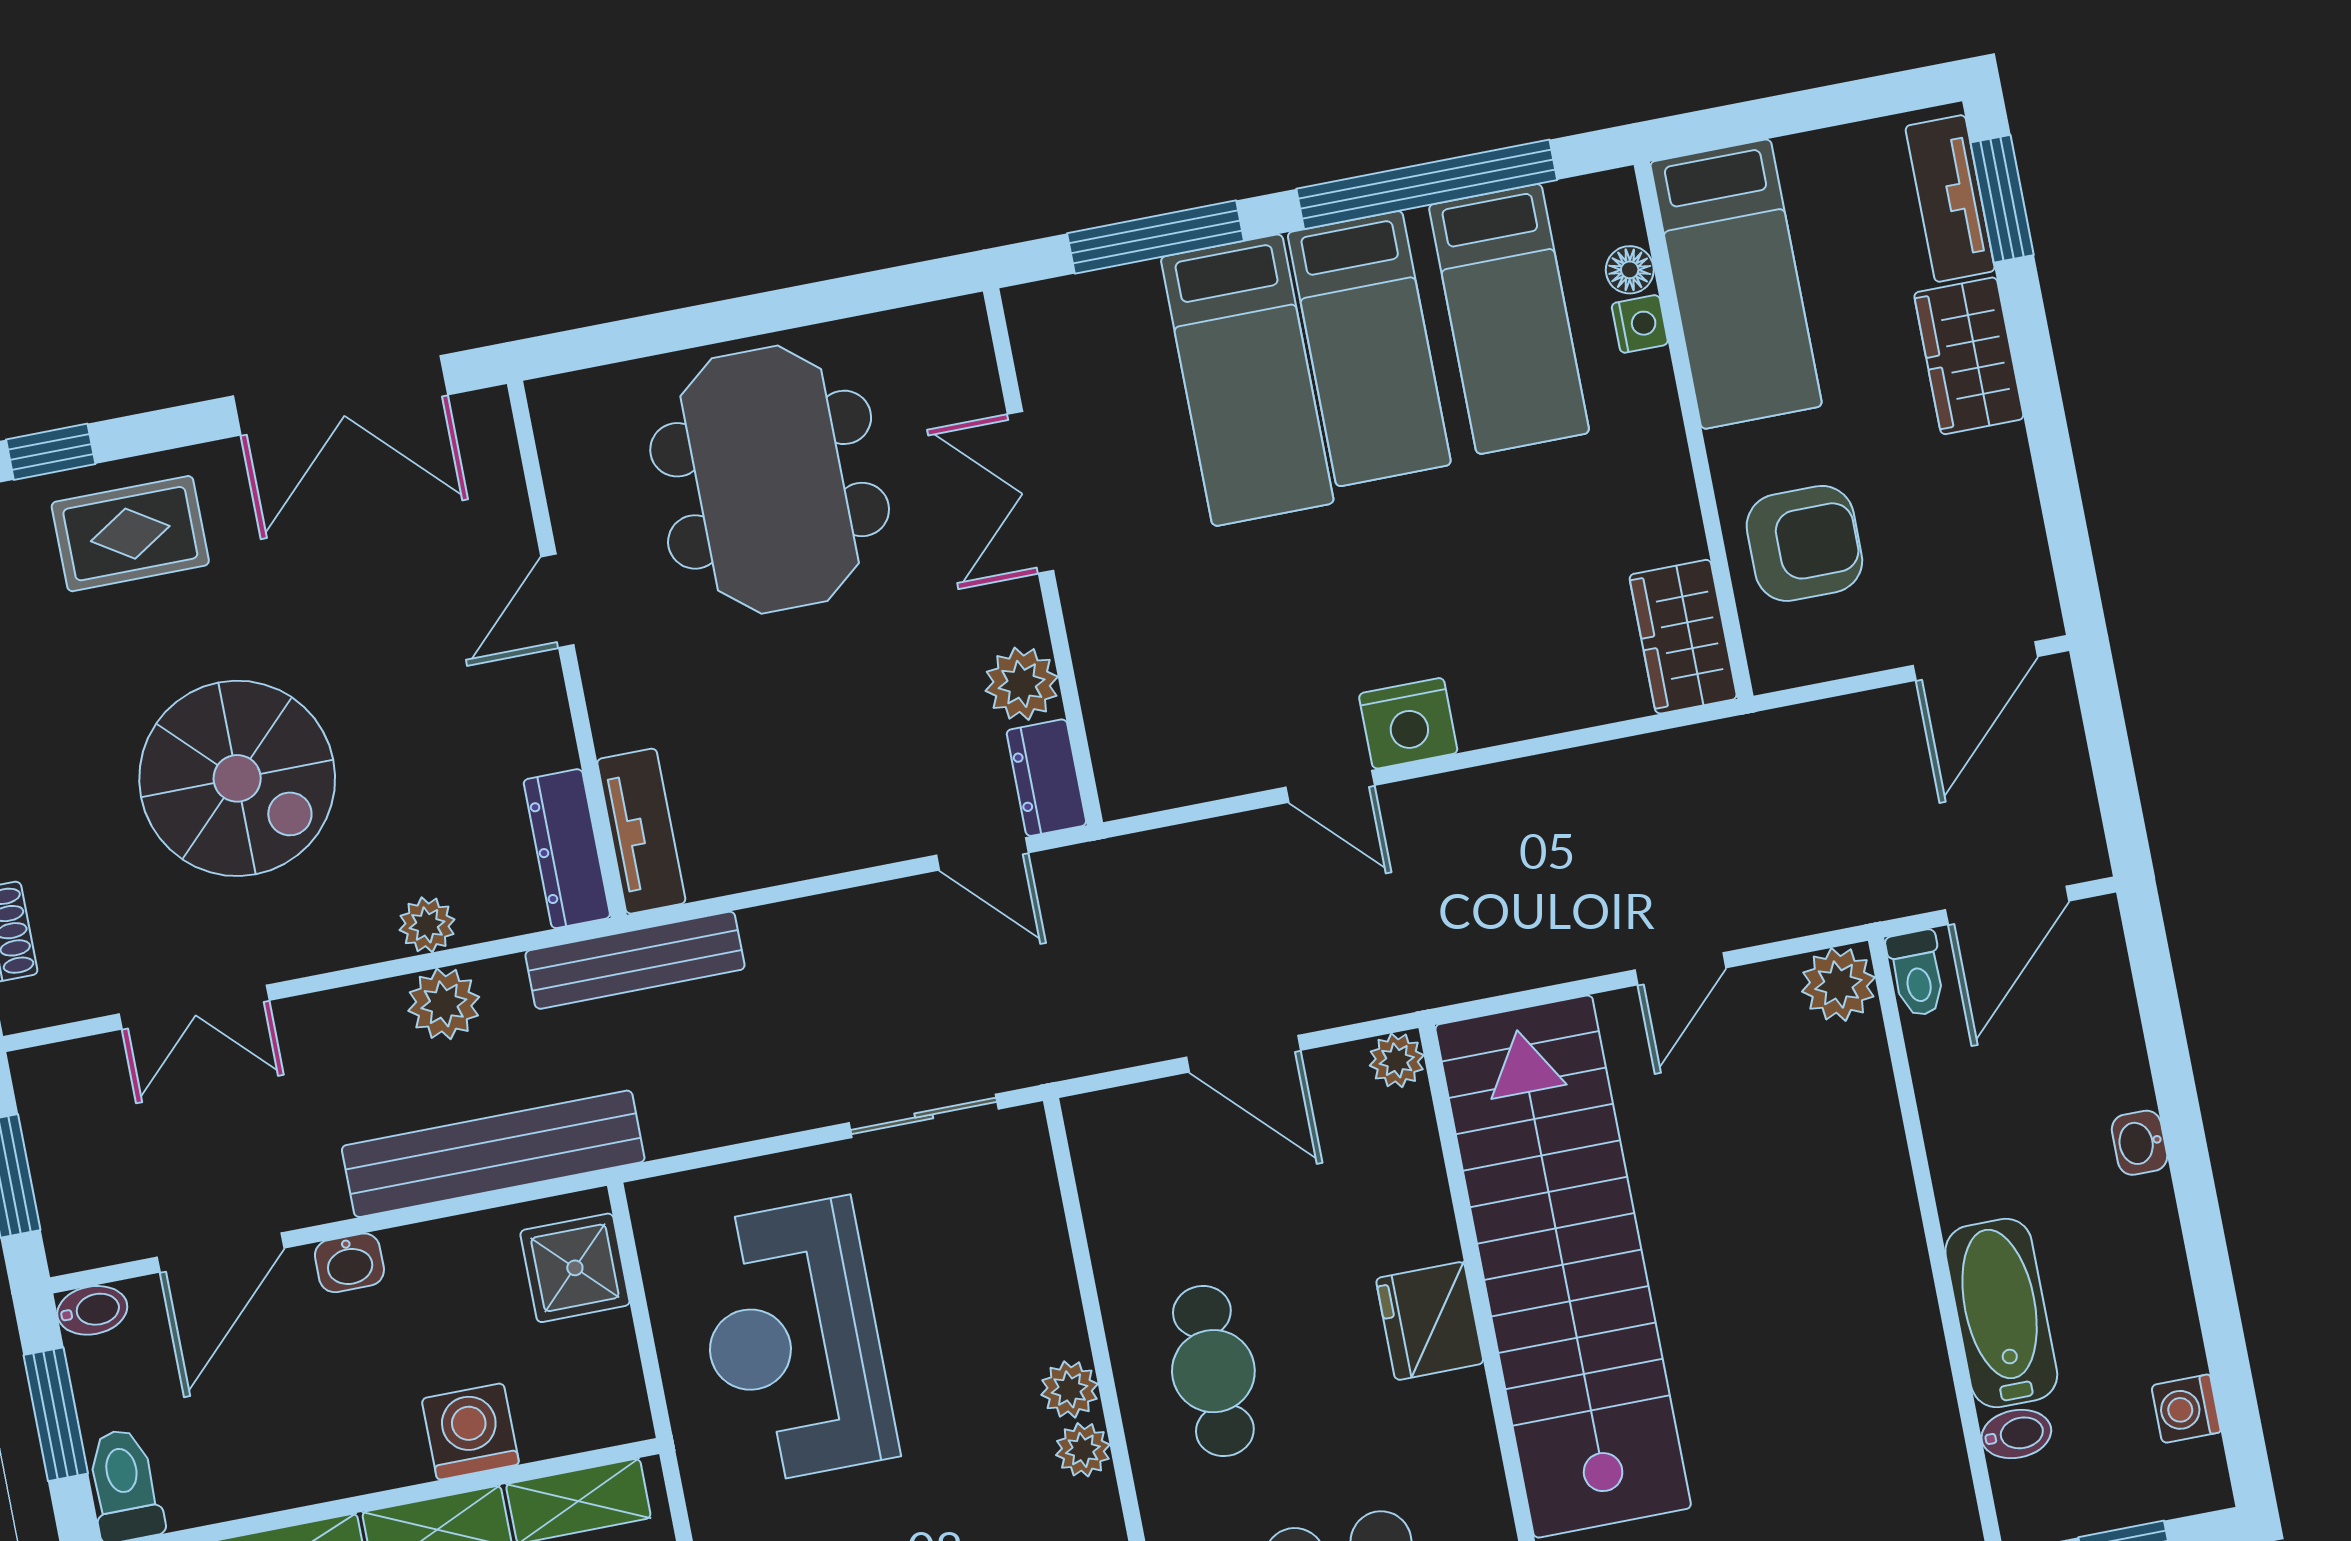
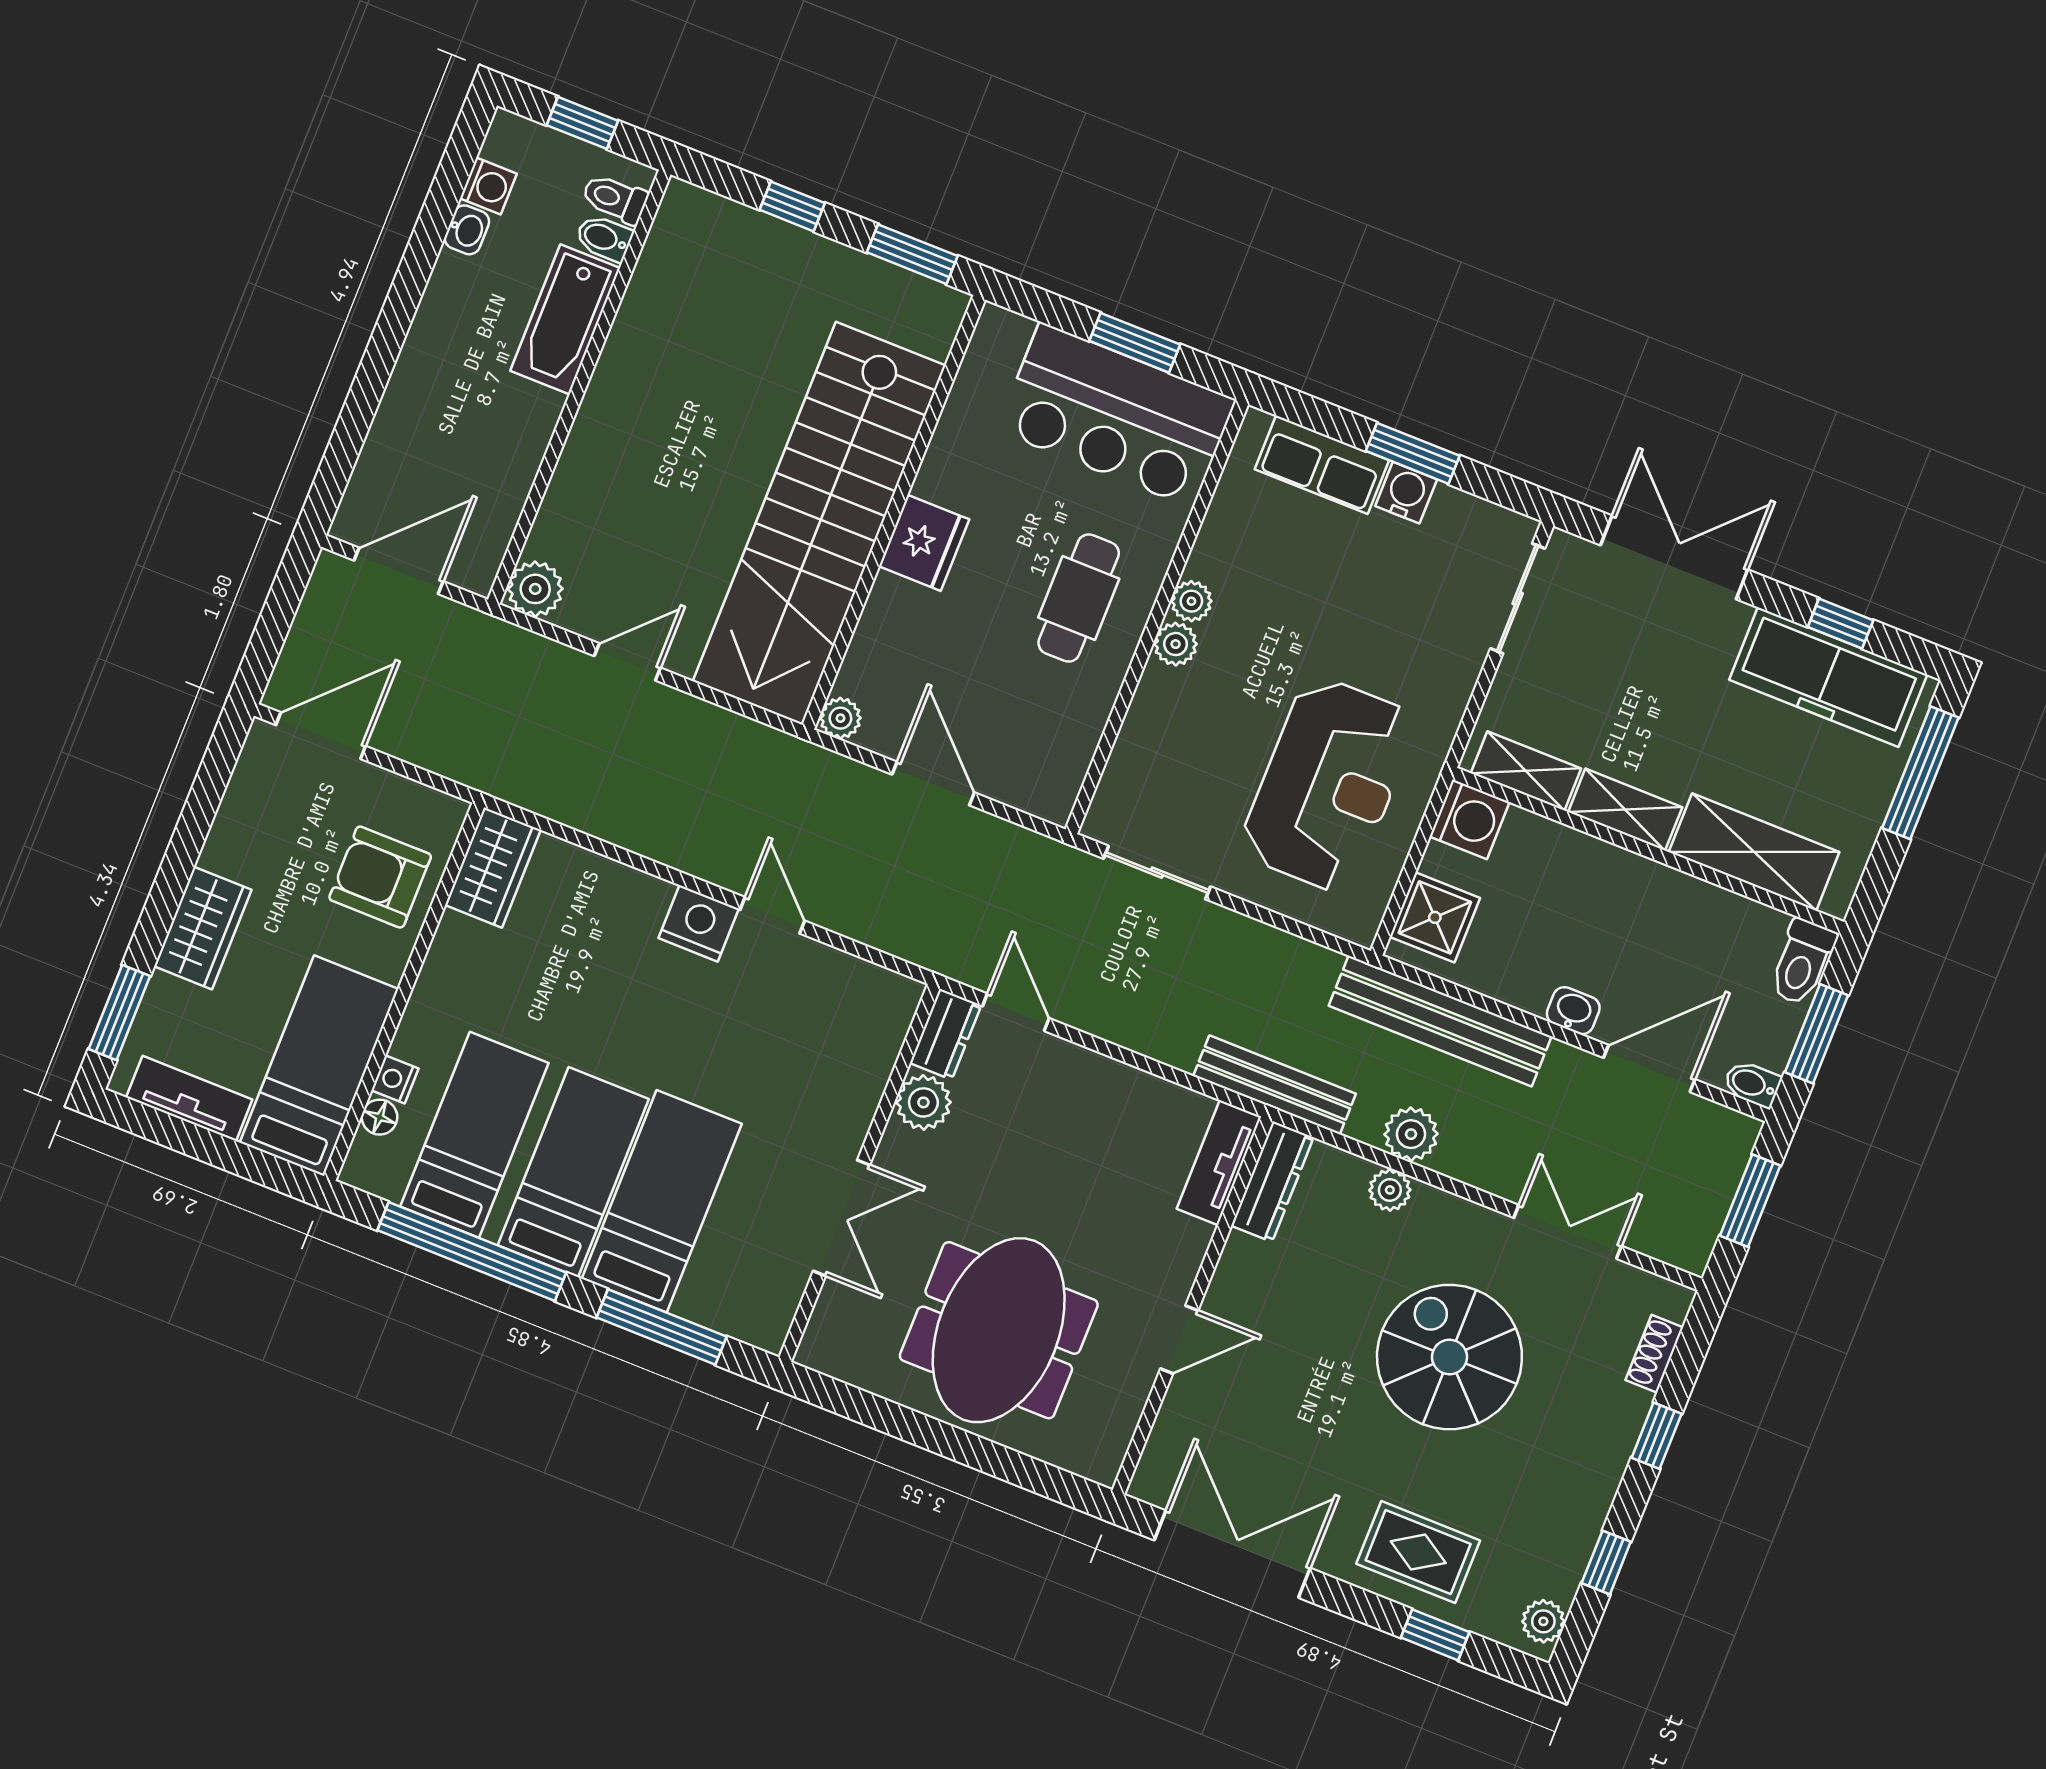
tv unit: (1950, 198) -> (189, 1098), moved, turned -90
toilet: (1917, 973) -> (615, 199), moved, turned -90
washbasin: (2140, 1143) -> (467, 230), moved
washing machine: (470, 1432) -> (1470, 819), moved, turned -90

